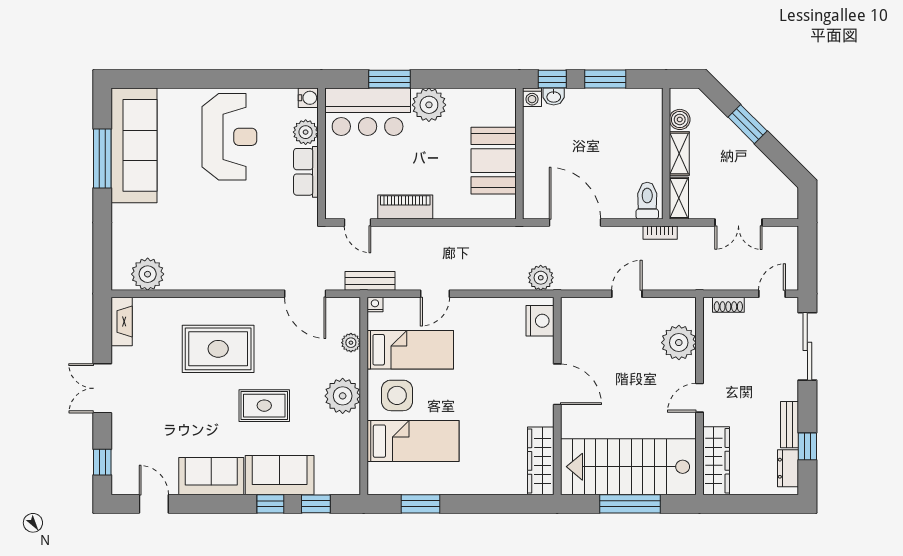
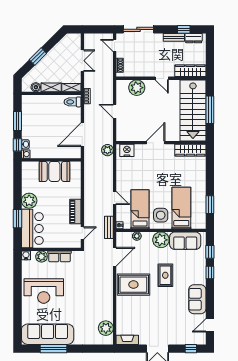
reception desk: (229, 137) -> (44, 291), turned 180
rug: (218, 349) -> (133, 285), moved, turned 90
sofa: (280, 475) -> (185, 241), moved, turned -90

